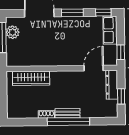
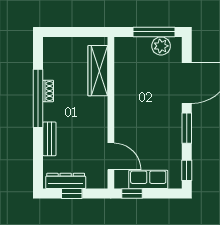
row of seats: (110, 30) -> (148, 179), moved
dresser: (112, 85) -> (66, 181), moved
bench: (68, 113) -> (49, 139), moved
window: (68, 122) -> (38, 98), moved

